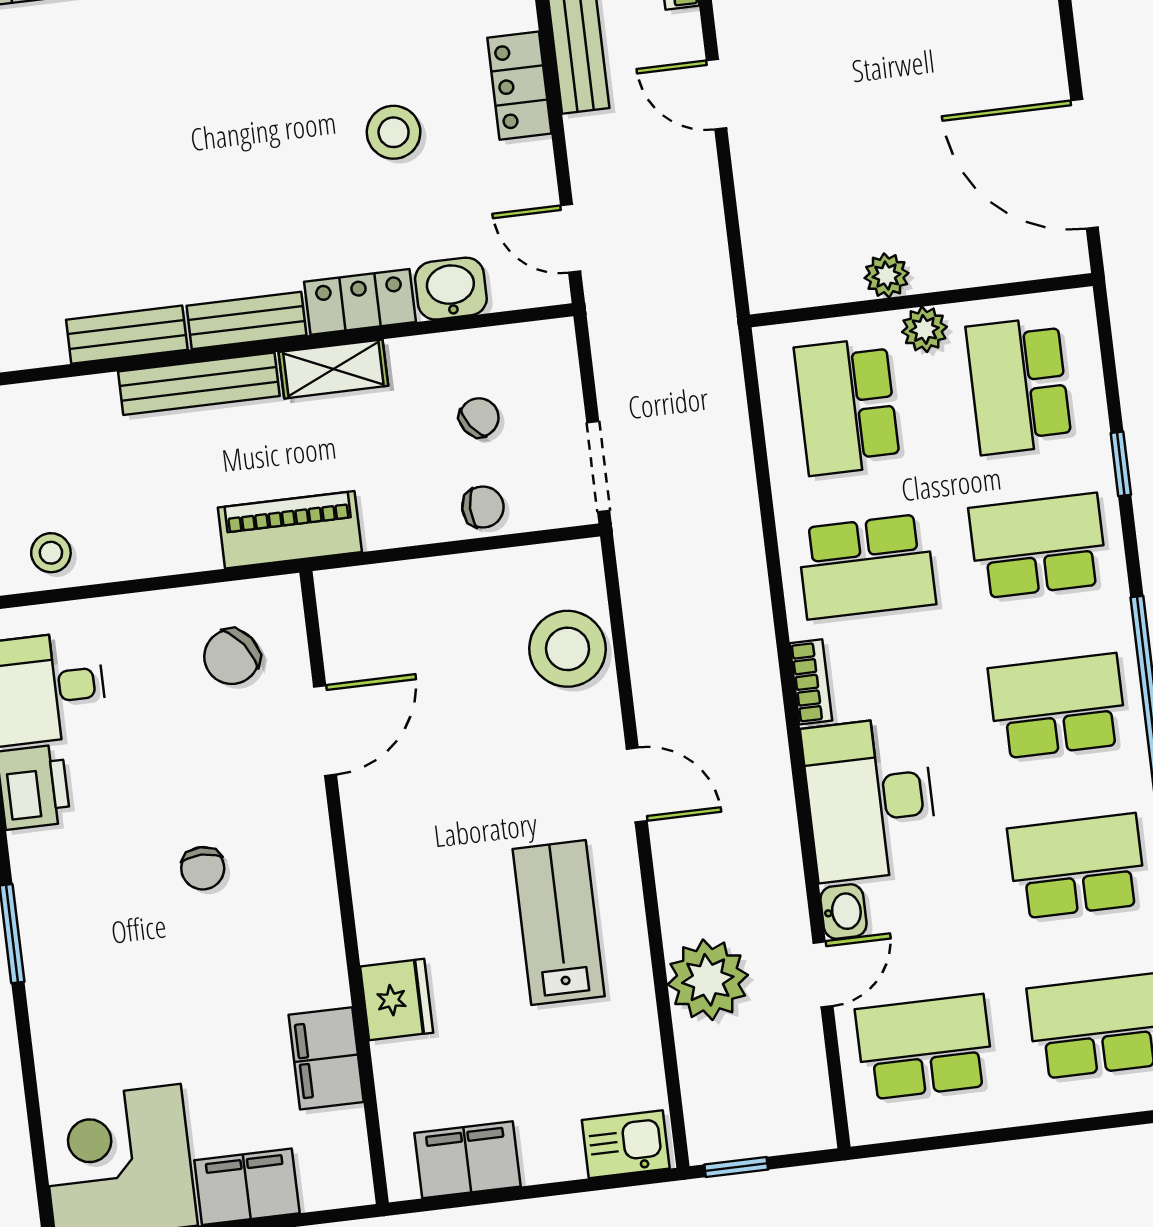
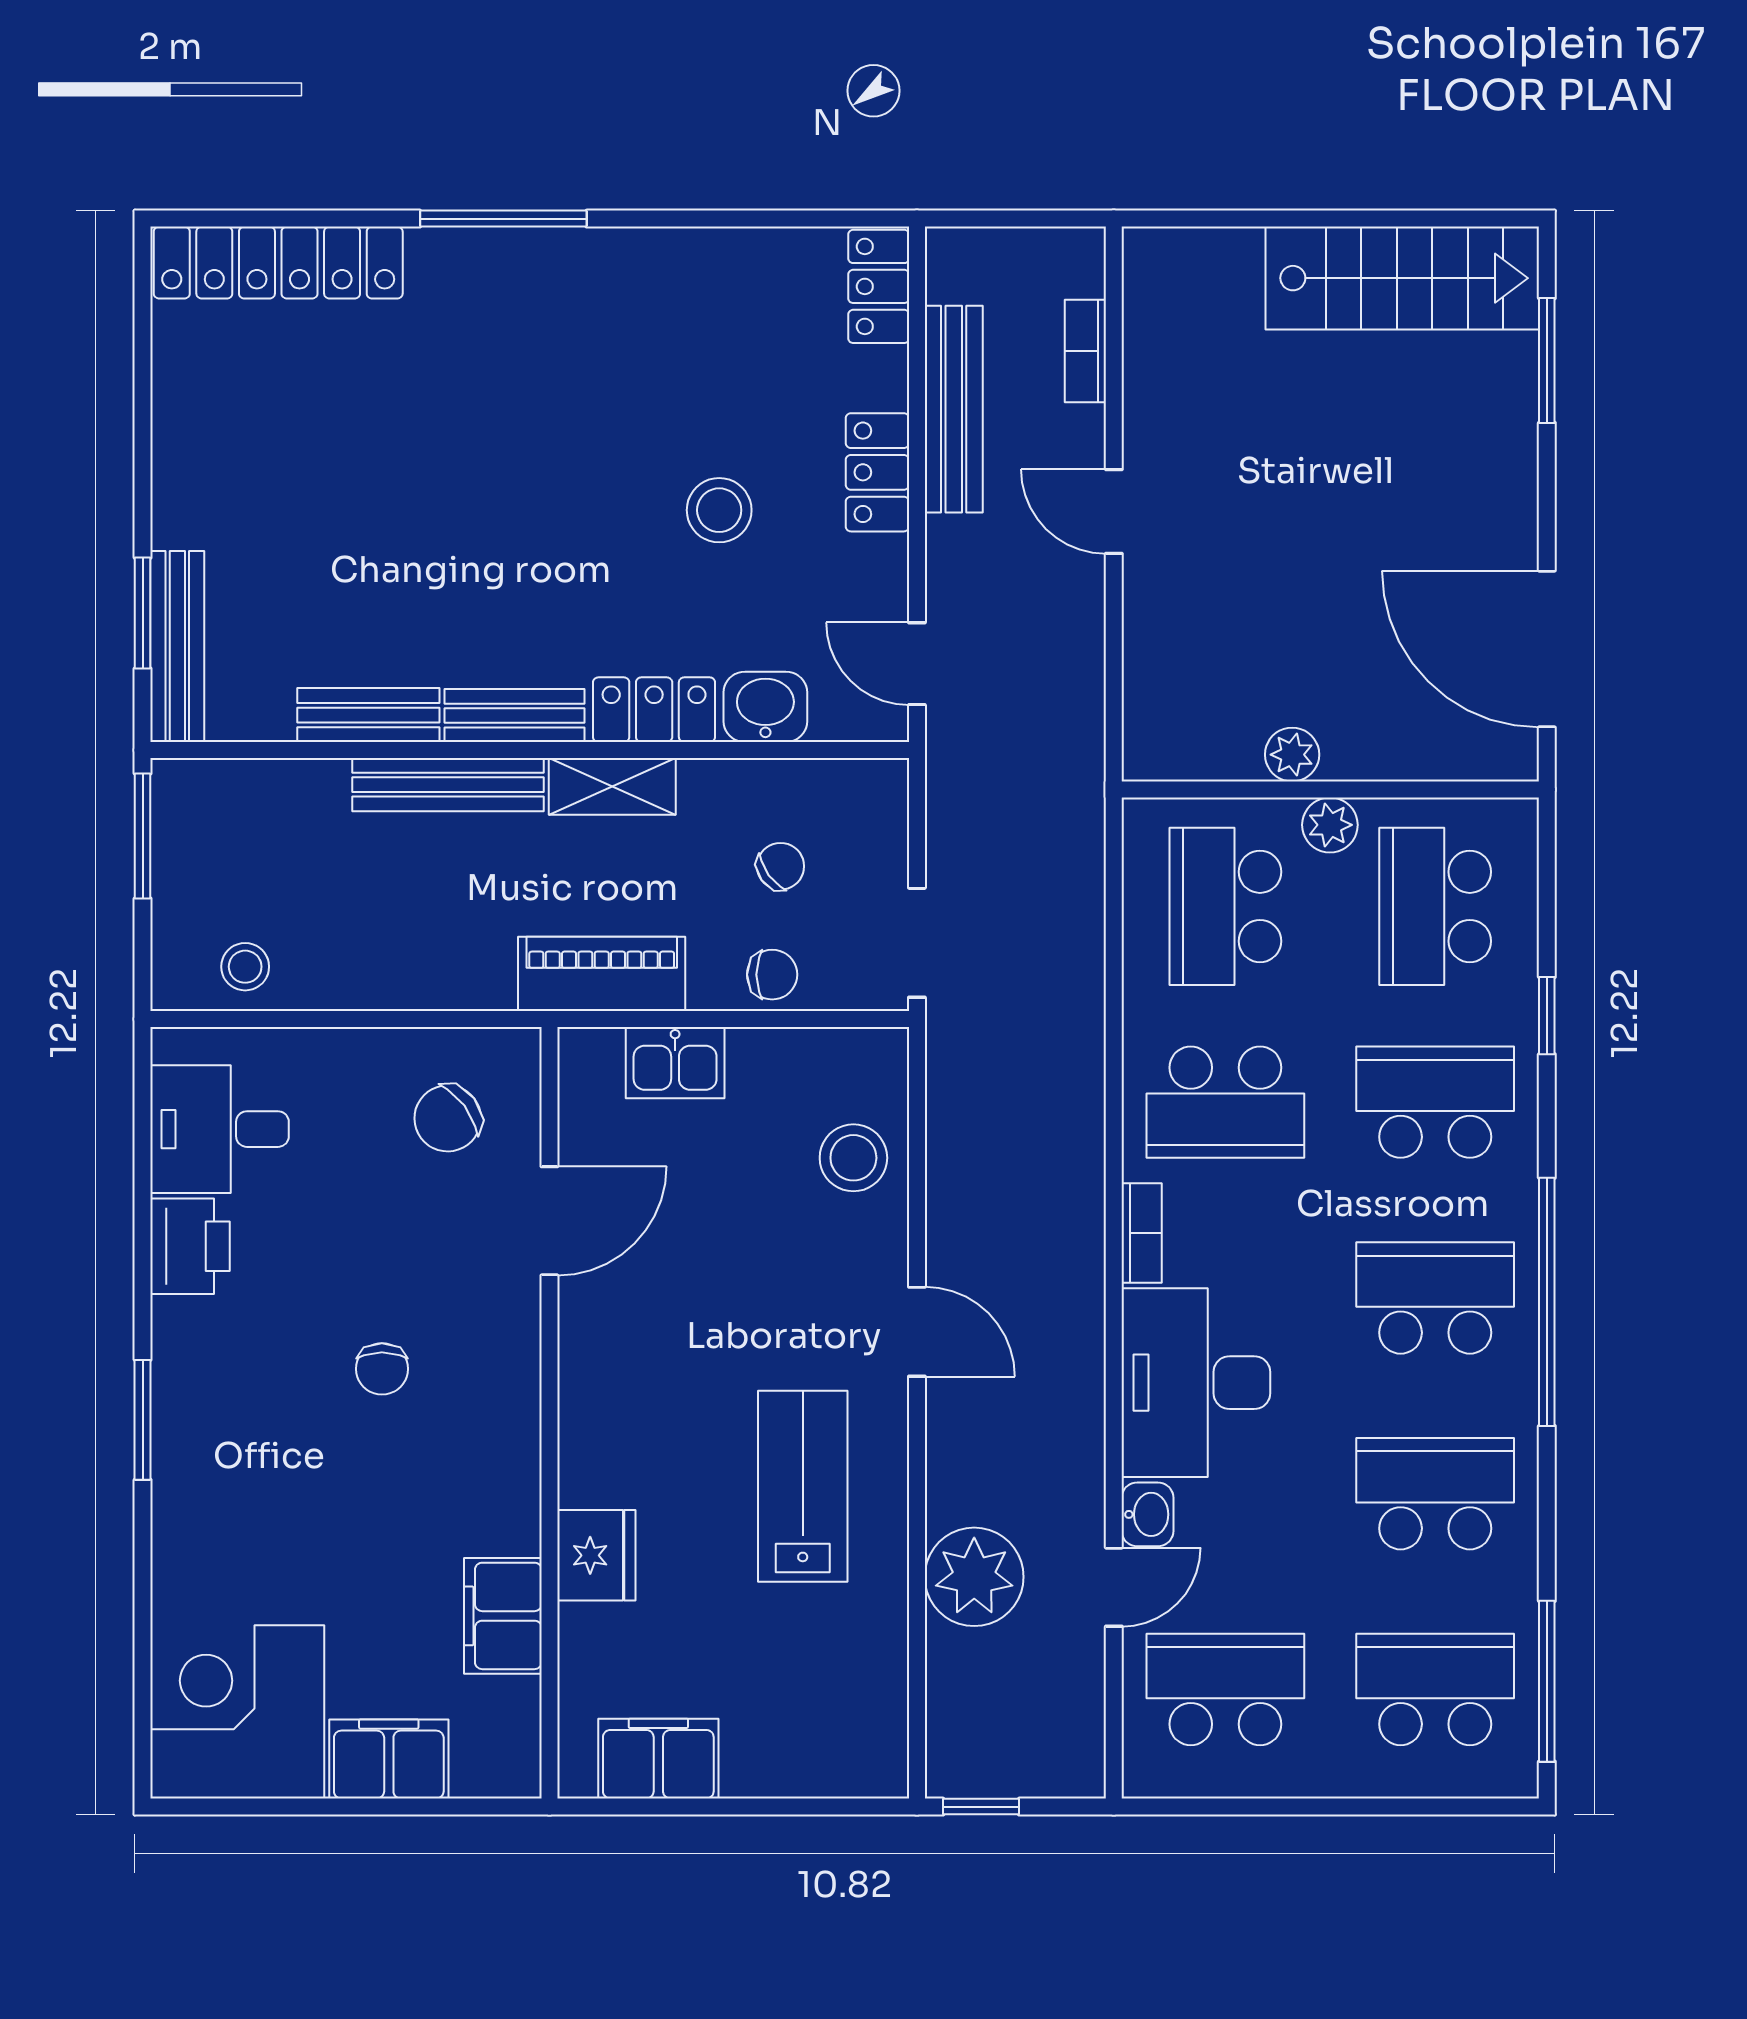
piano: (290, 530) -> (602, 974), moved
stool: (568, 649) -> (853, 1158), width x0.73, depth x0.73
kitchen sink: (626, 1144) -> (675, 1063), moved, turned 180

